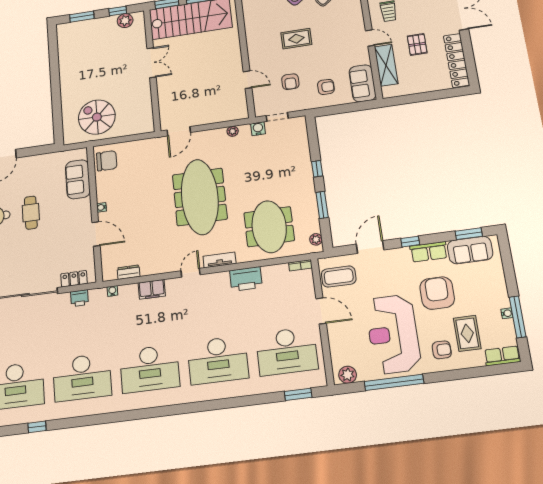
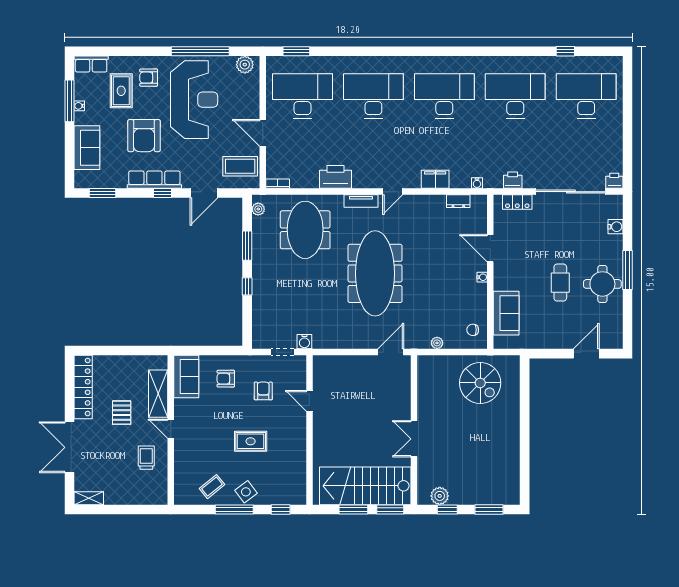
plant: (233, 131) -> (437, 343), moved
chair: (107, 161) -> (473, 330), width x0.54, depth x0.54
sofa: (470, 250) -> (87, 148), moved, turned 90
row of seats: (429, 252) -> (154, 180), width x1.48

